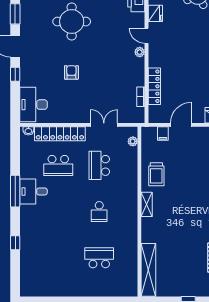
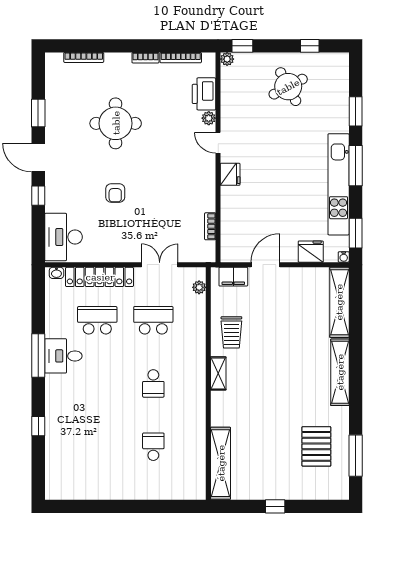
fridge: (155, 13) -> (230, 174), moved
plant: (140, 52) -> (209, 118), moved
armchair: (71, 72) -> (115, 193), turned 180
locker: (154, 86) -> (229, 212), removed
filing cabinet: (163, 134) -> (233, 277), width x2.00
school desk: (58, 165) -> (97, 320), turned 180
school desk: (99, 165) -> (153, 320), turned 90
school desk: (99, 258) -> (153, 447), width x0.54

